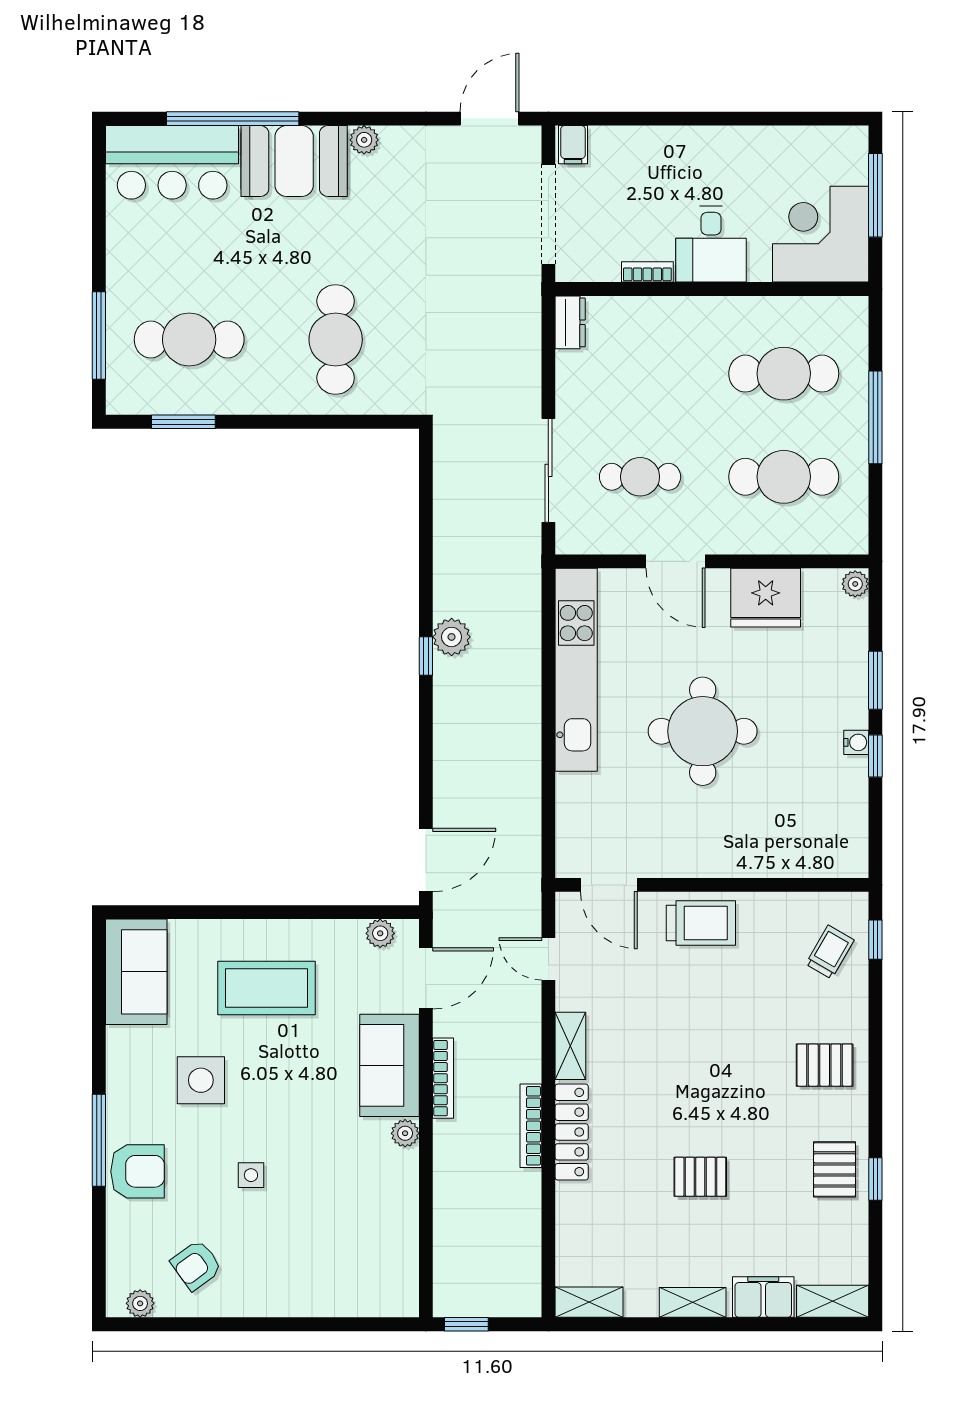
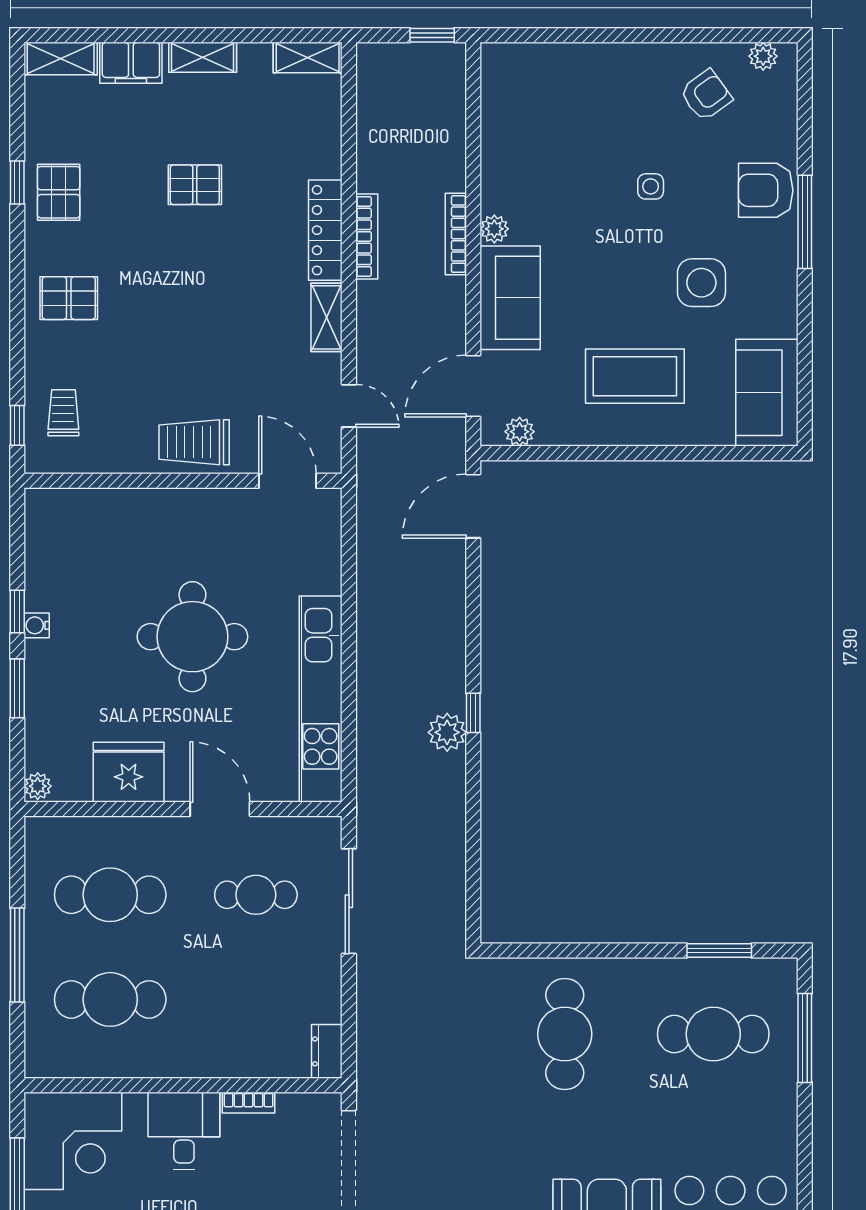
trolley: (830, 952) -> (63, 413), turned 150
bookcase: (443, 1078) -> (456, 234), moved

